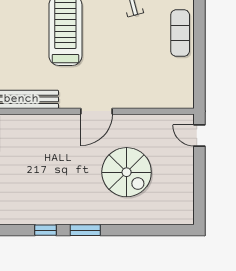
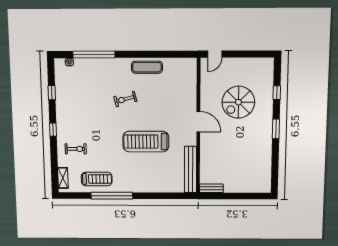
spiral stairs: (127, 172) -> (238, 102), turned 180
window: (46, 230) -> (277, 93), moved

